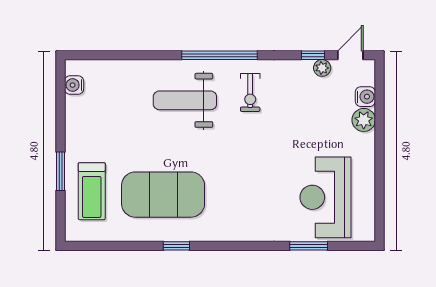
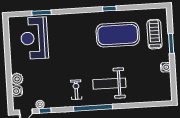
water cooler: (74, 85) -> (165, 67), moved
weight bench: (185, 100) -> (109, 84), turned 180
reception desk: (326, 197) -> (34, 38), turned 180

